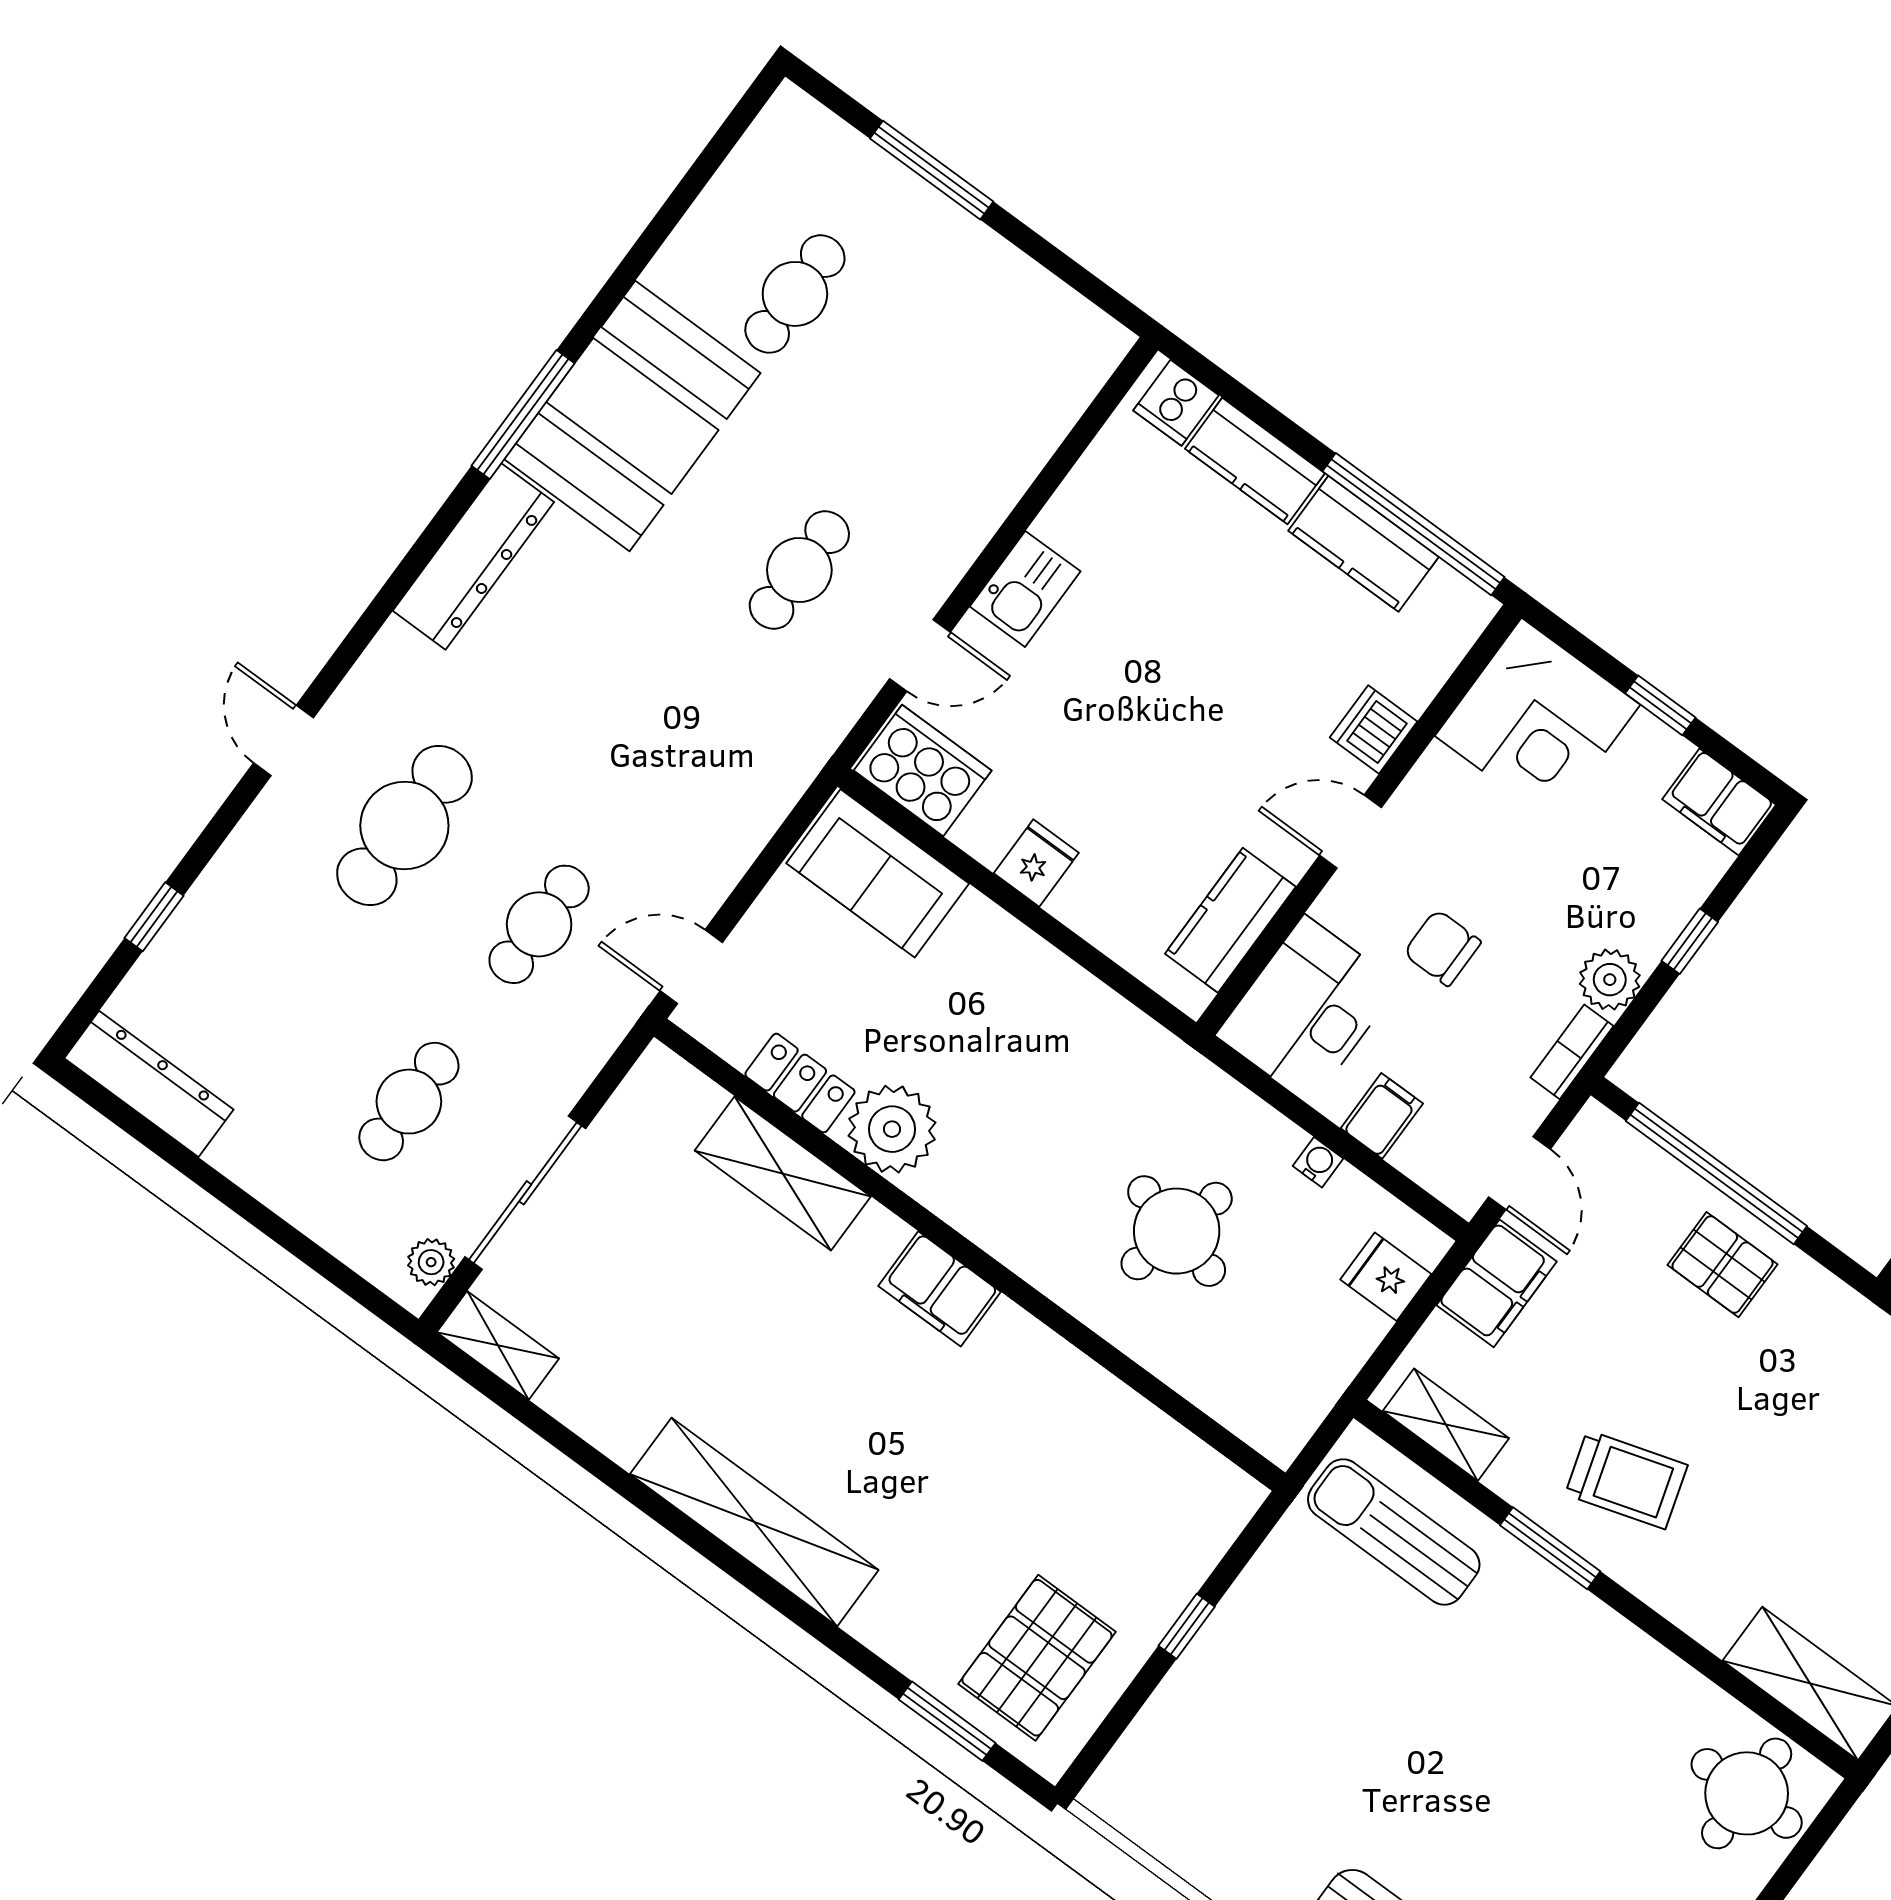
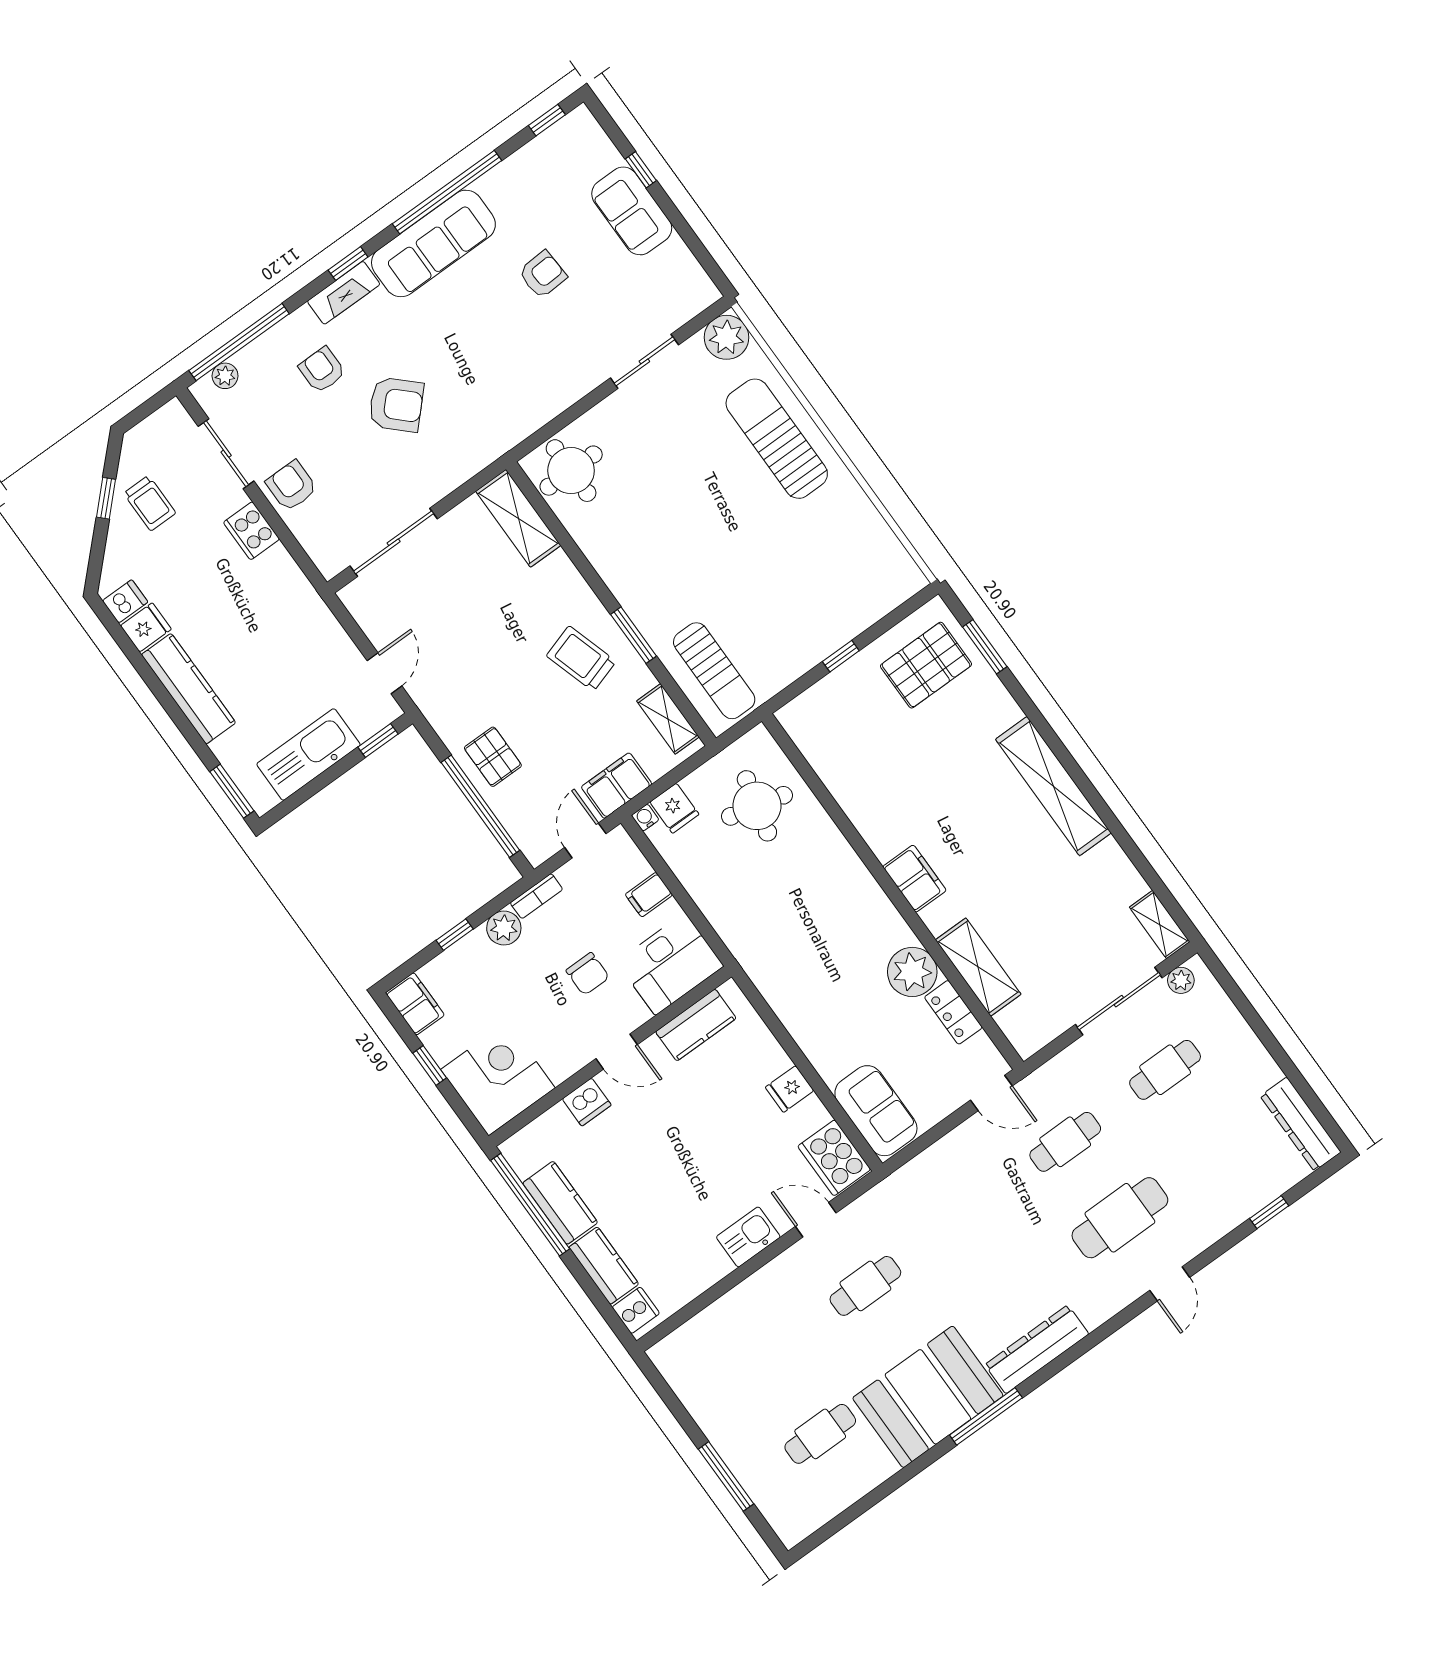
water cooler: (1318, 1162) -> (645, 818), moved, turned 90
round table: (1177, 1231) -> (757, 806), moved

